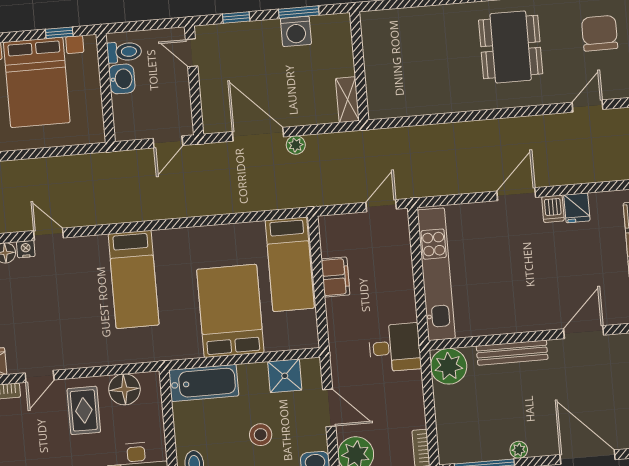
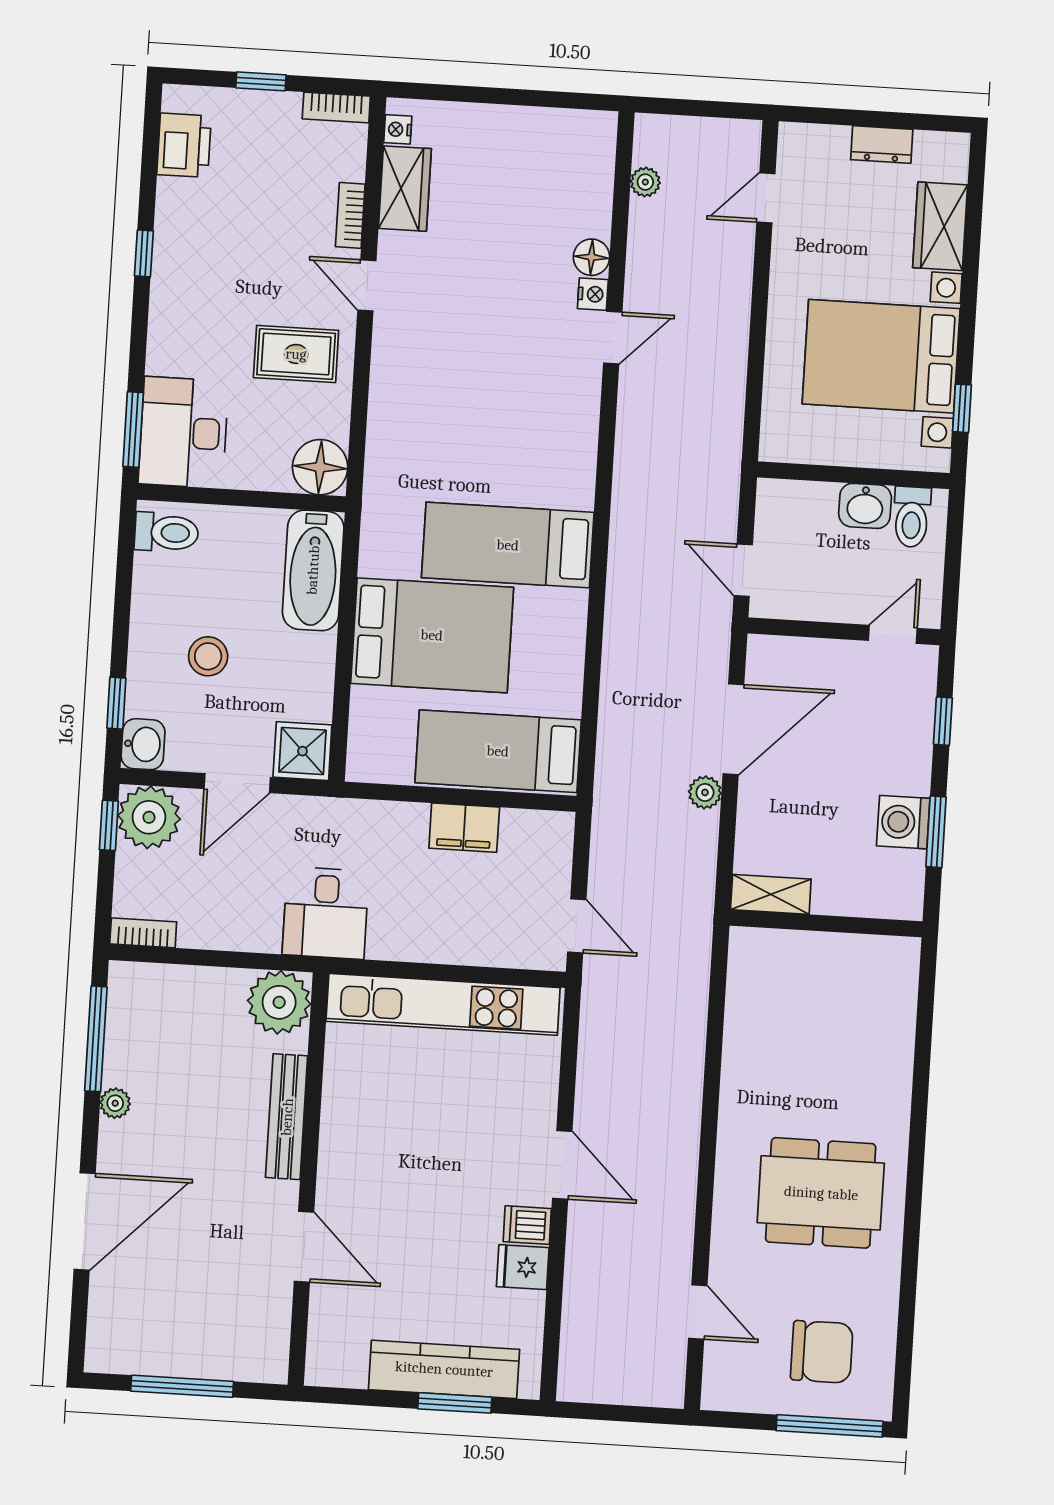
bed: (134, 279) -> (508, 545), moved
shower: (285, 376) -> (302, 751), moved
floor lamp: (124, 389) -> (320, 467), moved

